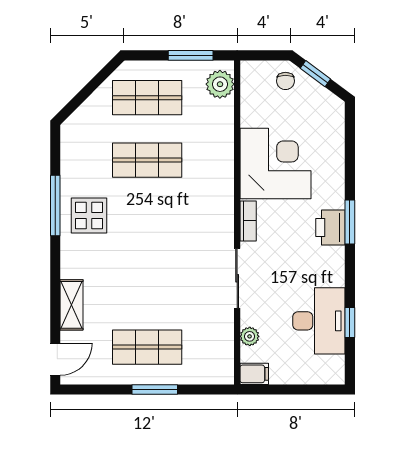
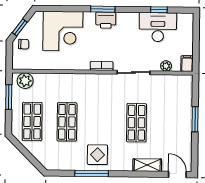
corner desk: (275, 163) -> (63, 31), moved, turned 180
shop shelf: (147, 347) -> (136, 123), moved

